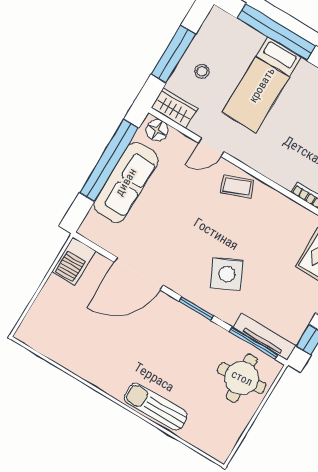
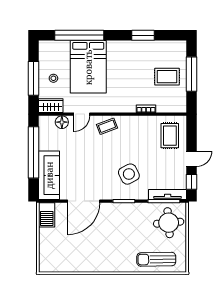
bed: (262, 85) -> (88, 67), width x1.50
floor lamp: (157, 130) -> (62, 122), moved
sofa: (126, 182) -> (49, 175), moved
sun lounger: (156, 407) -> (156, 259), moved

